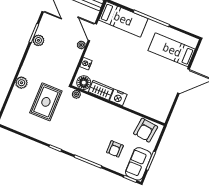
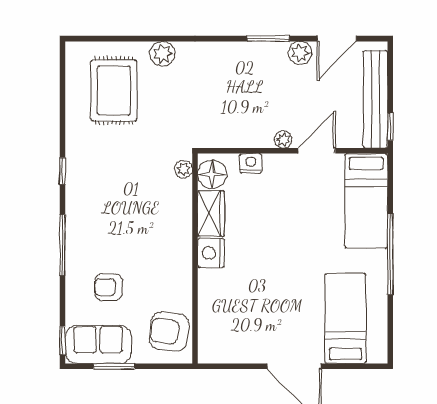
plant: (38, 40) -> (300, 53), moved
rug: (46, 102) -> (114, 90), moved, turned 90

